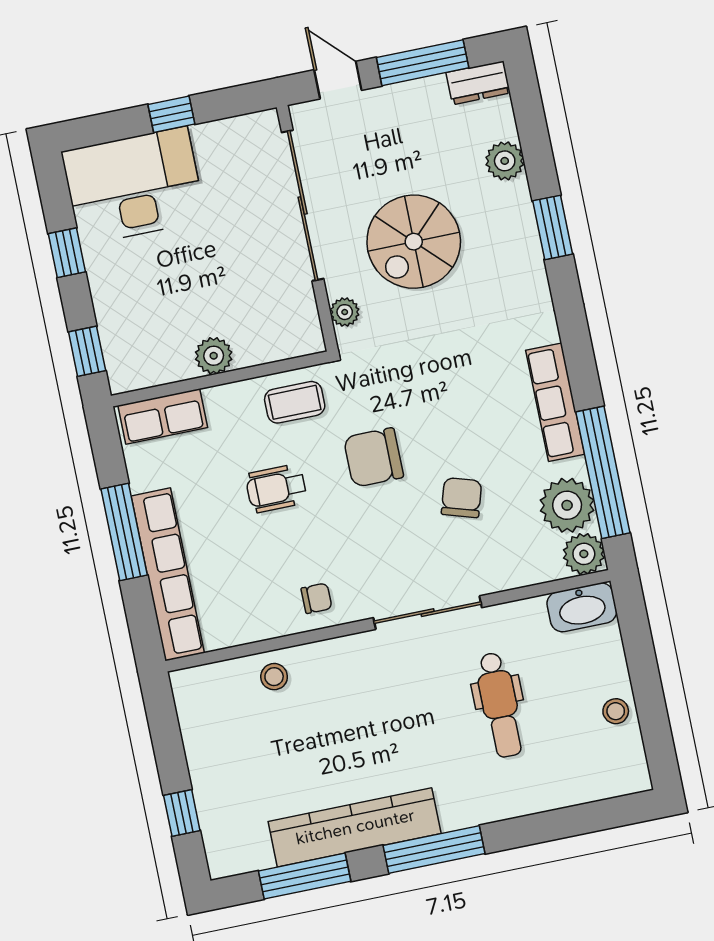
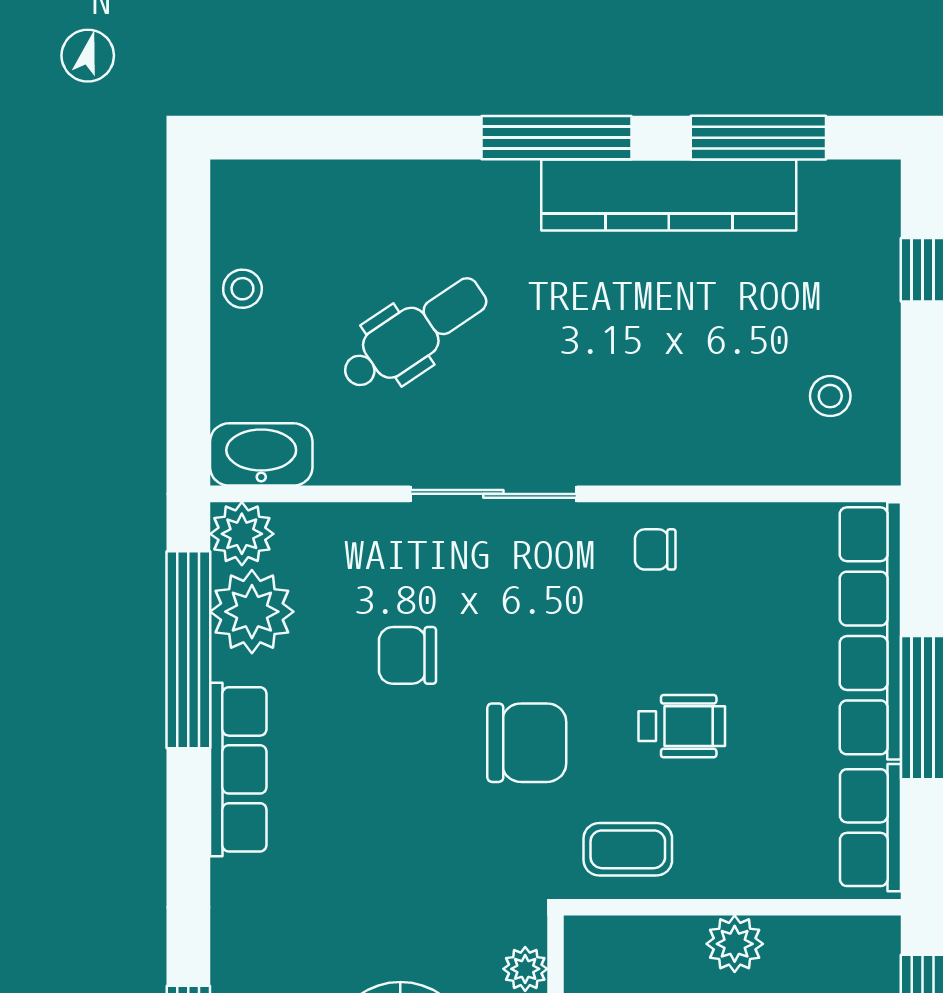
row of seats: (163, 416) -> (870, 828), moved, turned -90
chair: (462, 498) -> (407, 655), turned 73
stool: (274, 677) -> (830, 396), moved
dental chair: (500, 705) -> (414, 334), turned 56

